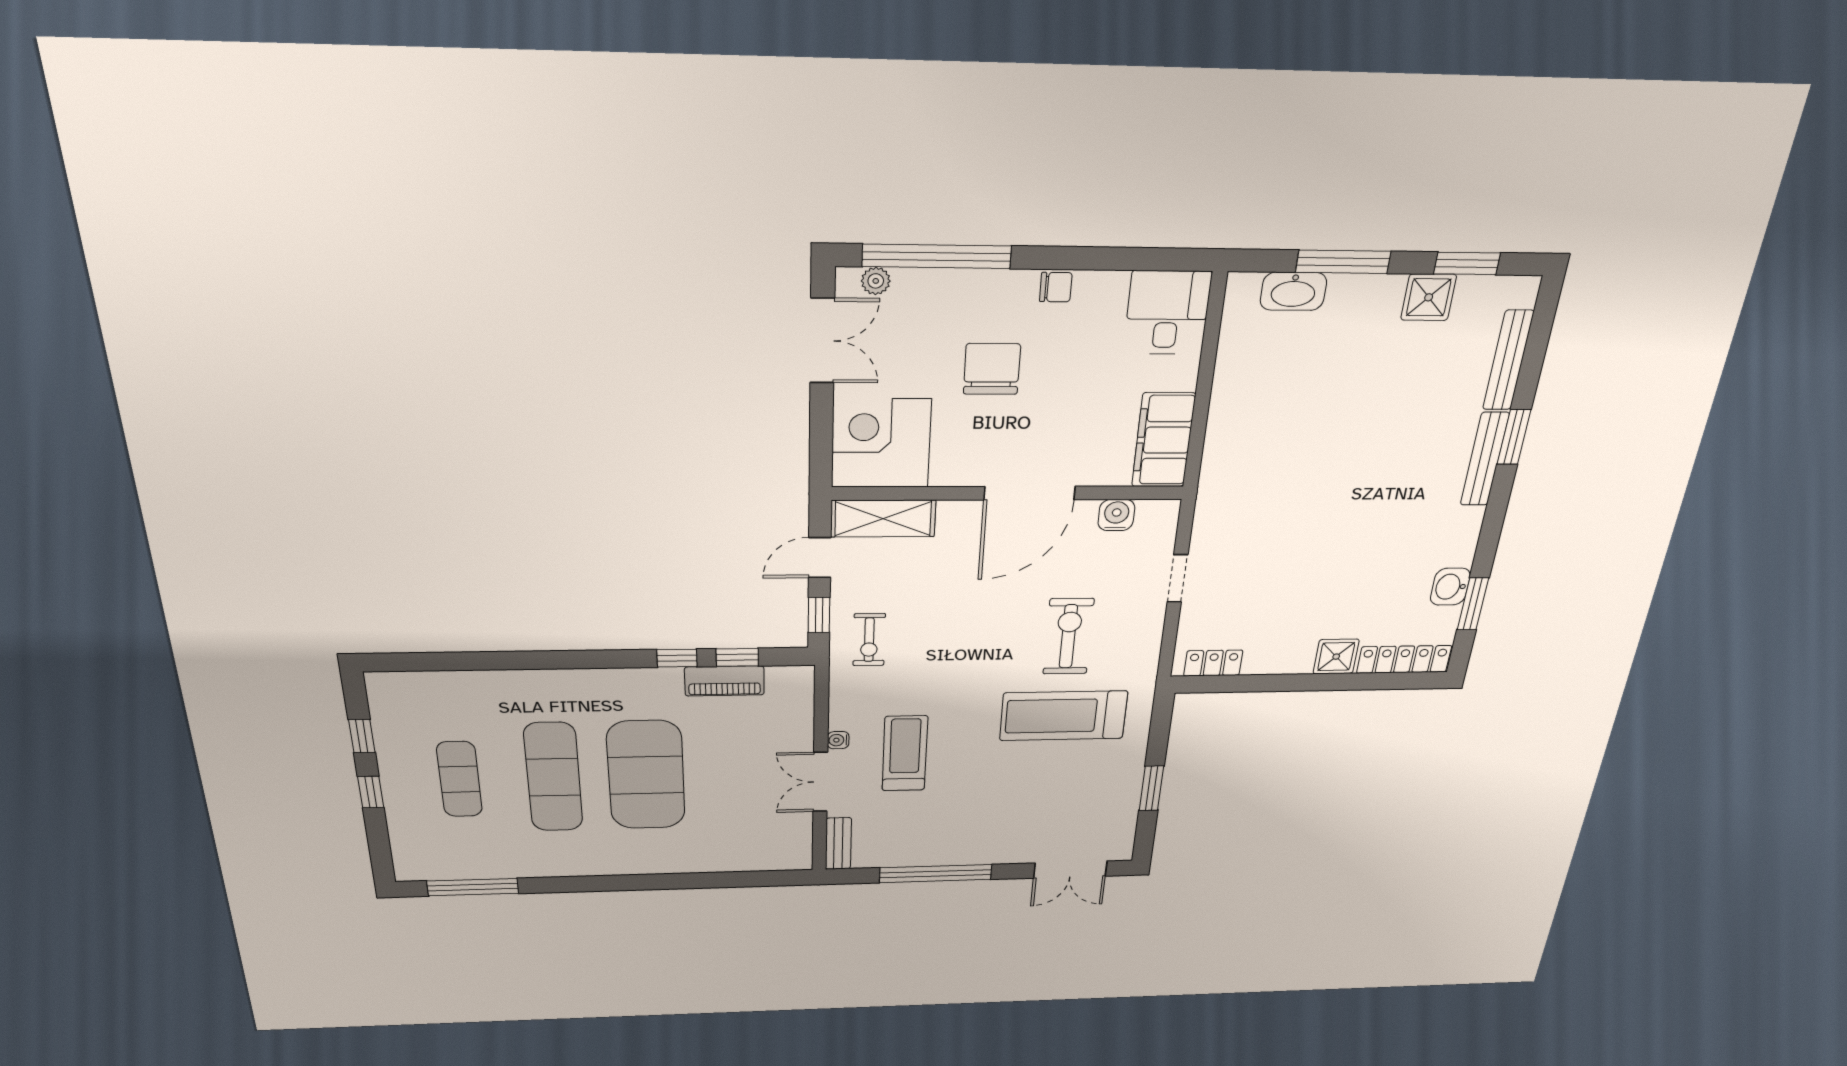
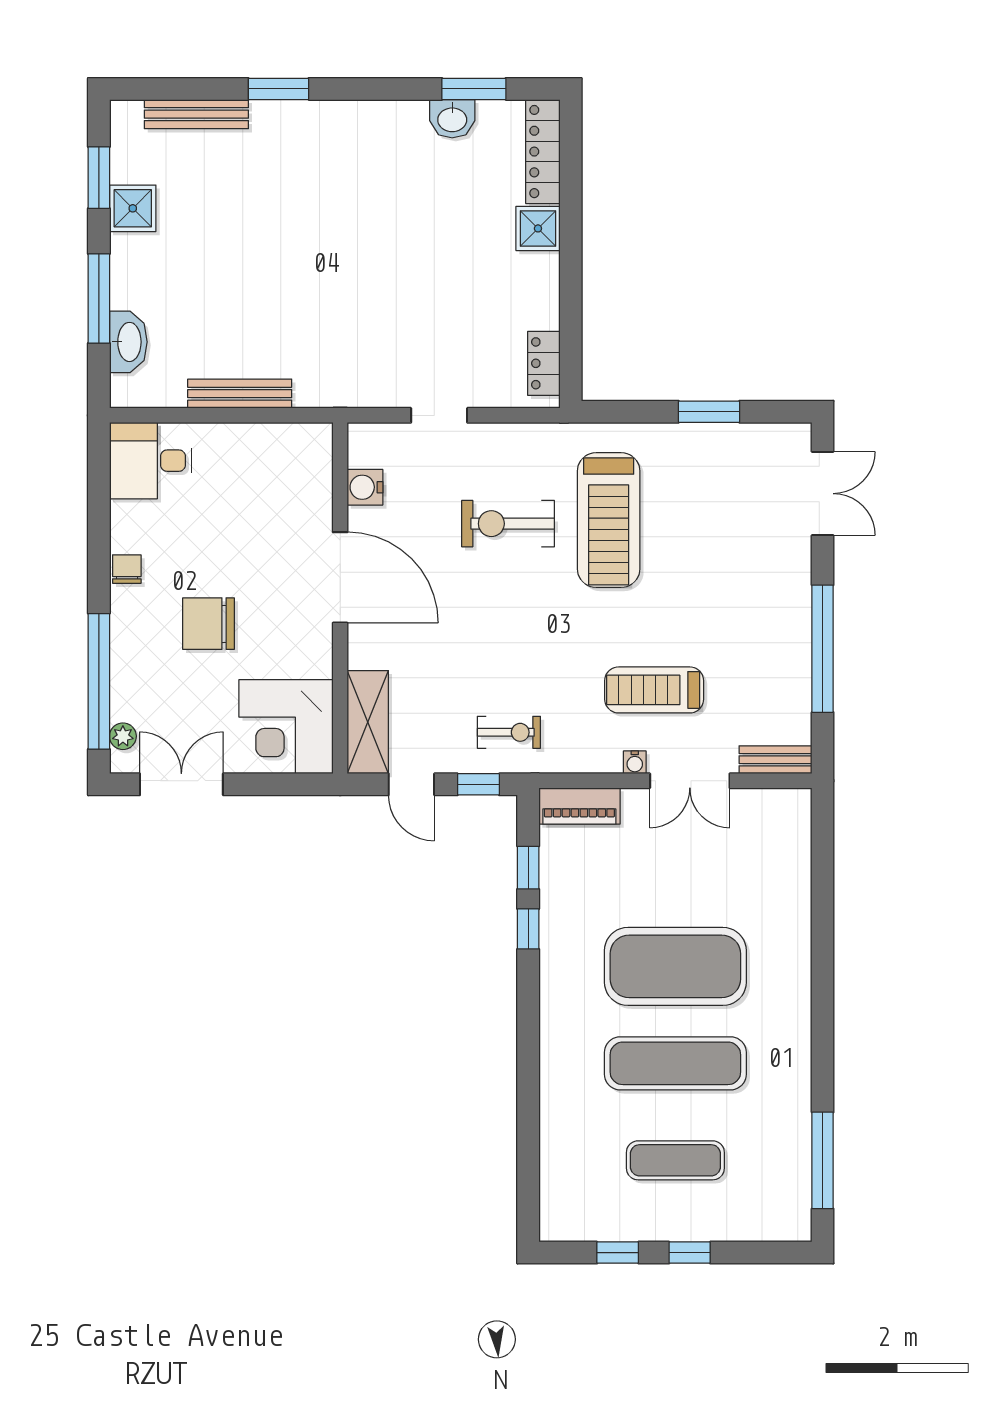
filing cabinet: (1164, 440) -> (282, 449), removed
bench: (1485, 459) -> (240, 394), moved
piano: (724, 681) -> (579, 806), moved, turned 90

